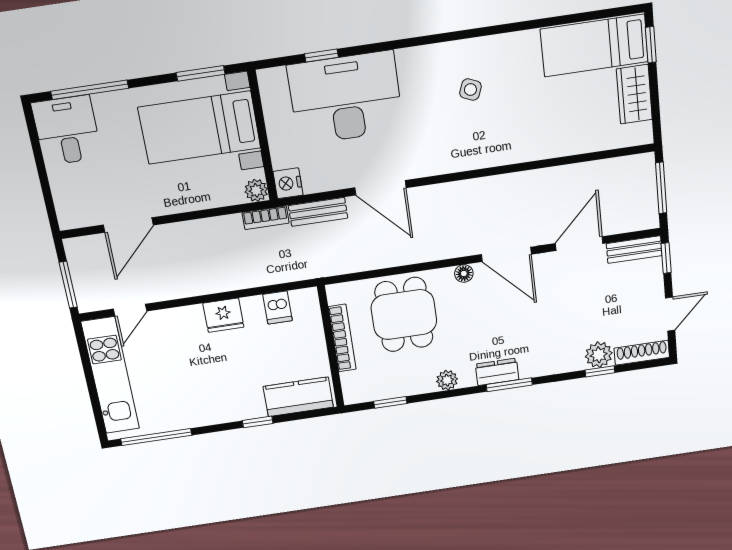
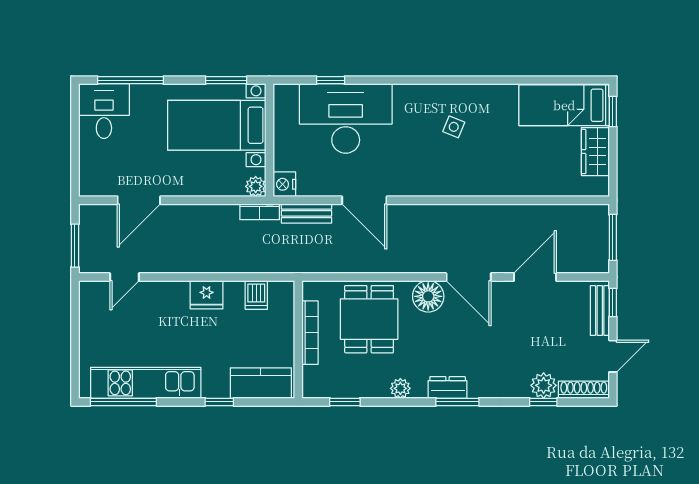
bench: (634, 250) -> (600, 311), moved, turned 90
floor lamp: (464, 273) -> (428, 296), width x1.89, depth x1.89
kitchen unit: (110, 376) -> (146, 383), moved, turned -90

